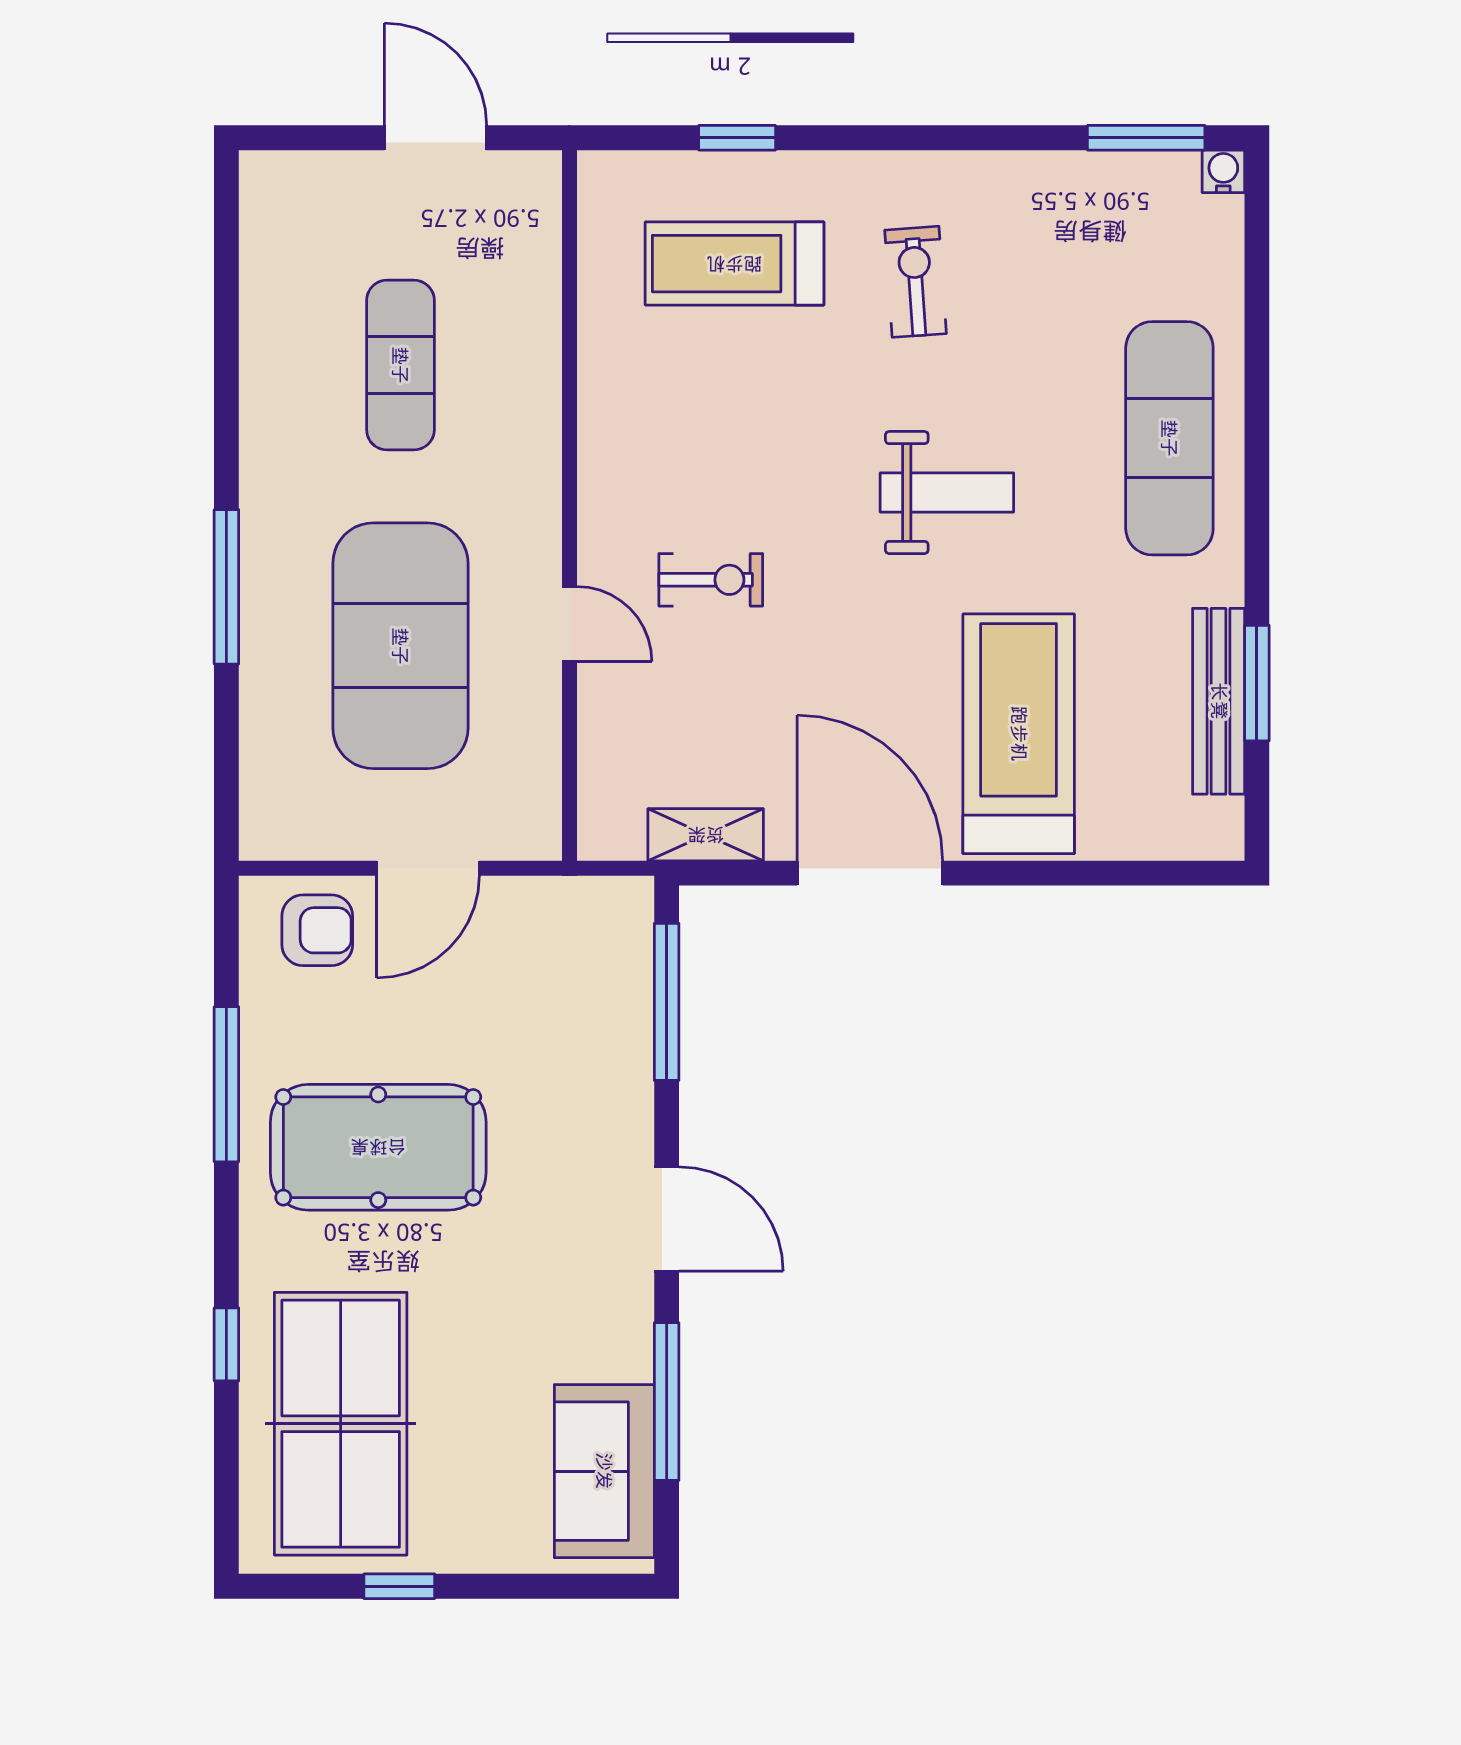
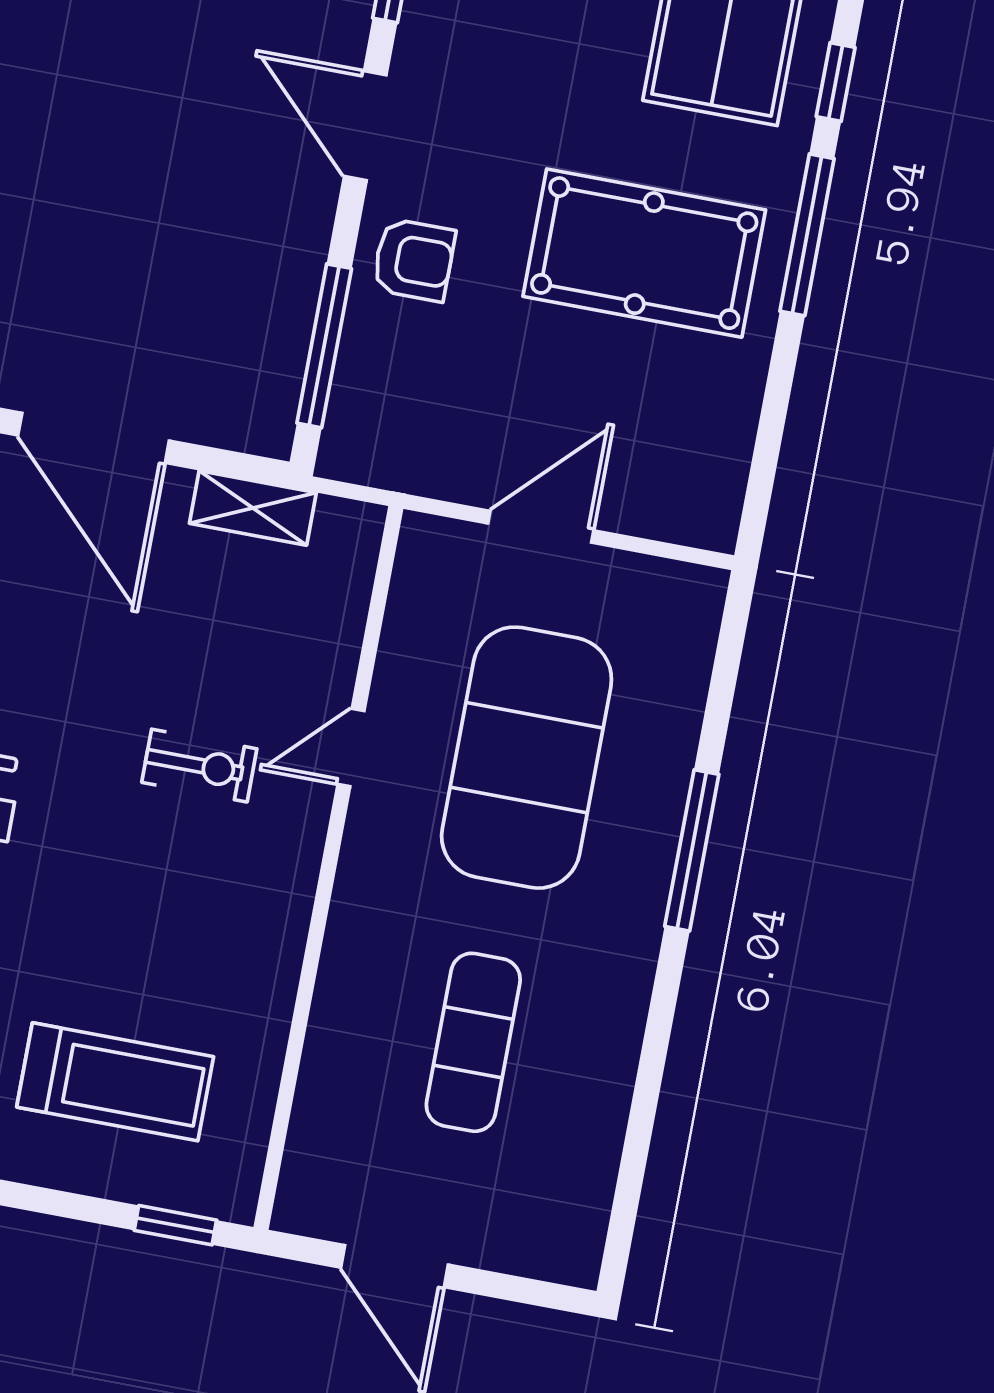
window: (737, 138) -> (175, 1225), moved
exercise bike: (711, 580) -> (199, 766), turned 180
door: (570, 624) -> (351, 748), hinge flipped
armchair: (317, 930) -> (414, 260), moved, turned 180
window: (226, 1084) -> (807, 235), moved

